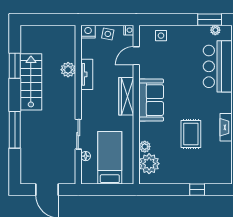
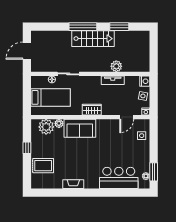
door: (136, 56) -> (127, 117), swing flipped
stairs: (31, 82) -> (93, 39), moved
wardrobe: (126, 96) -> (92, 110), width x0.67
sofa: (151, 100) -> (80, 128), moved
window: (15, 130) -> (83, 27), moved
rug: (191, 134) -> (43, 166), moved
window: (197, 190) -> (27, 148), moved

